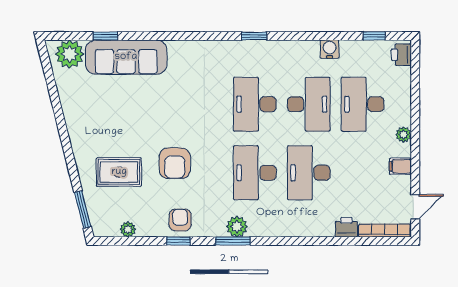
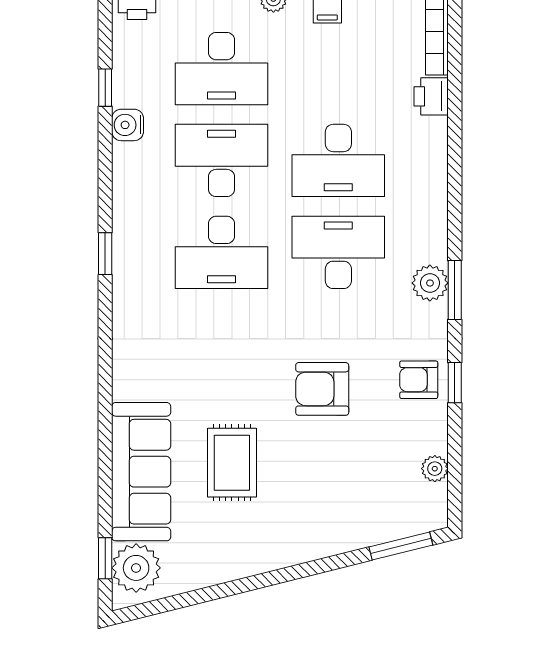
window: (105, 36) -> (105, 558), moved
window: (374, 36) -> (105, 88), moved
armchair: (175, 163) -> (322, 389), turned 180
rug: (119, 172) -> (232, 463), moved
desk: (255, 173) -> (338, 252), turned 180

